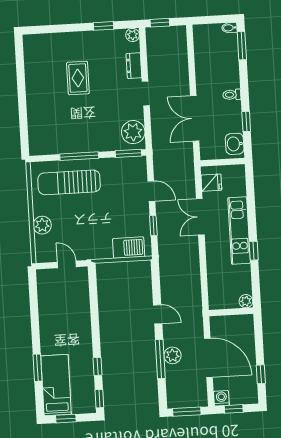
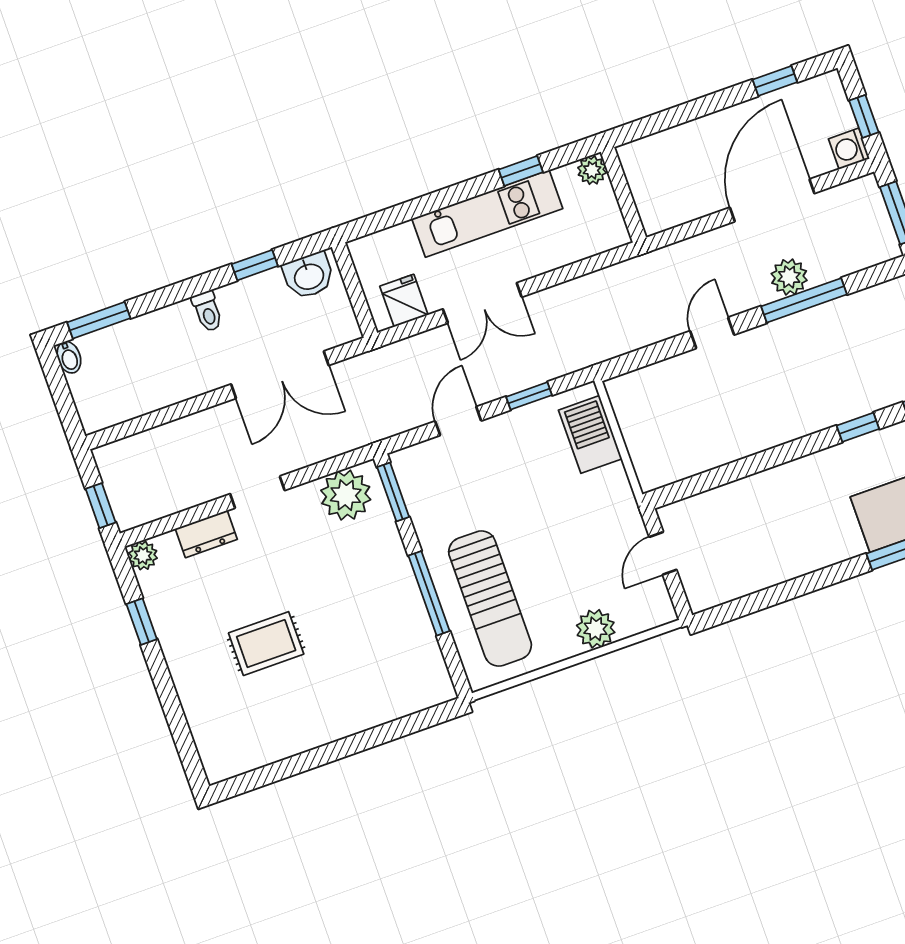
plant: (246, 301) -> (592, 170), moved
wall: (231, 312) -> (623, 195), moved

